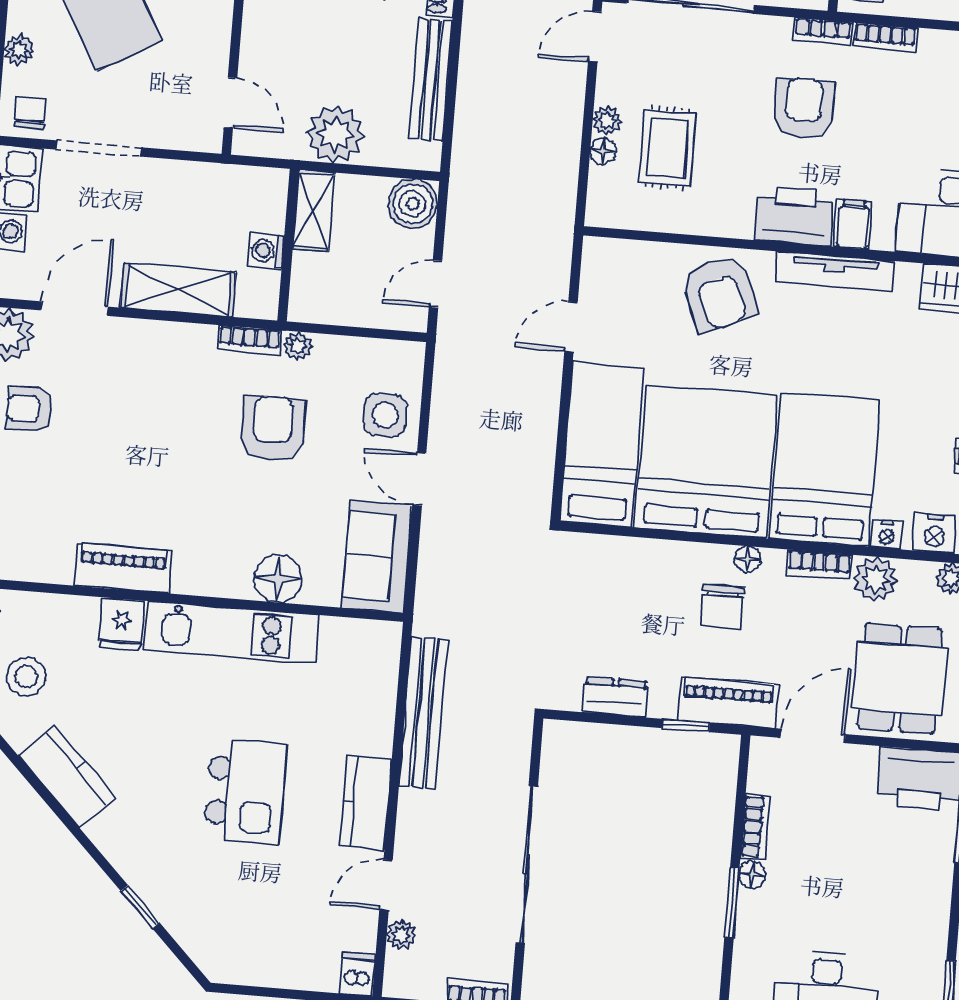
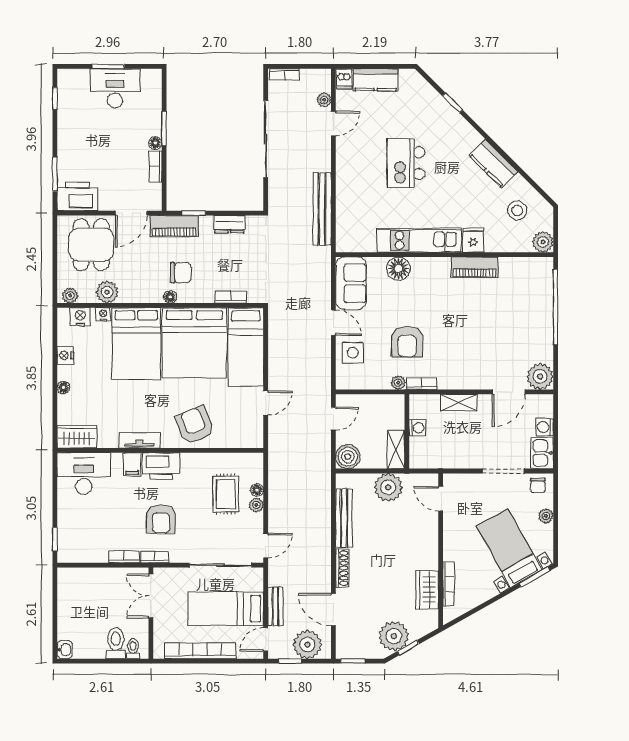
tv unit: (835, 272) -> (139, 440), width x0.71
shelving: (178, 290) -> (459, 402), width x0.67, depth x0.75
armchair: (29, 409) -> (527, 341), removed
bookcase: (819, 565) -> (231, 297), moved
chair: (722, 607) -> (181, 273), turned 90
kitchen counter: (365, 802) -> (376, 80), moved, turned 90

